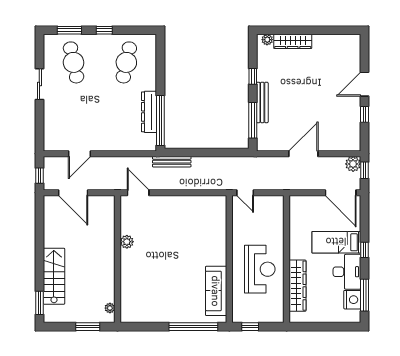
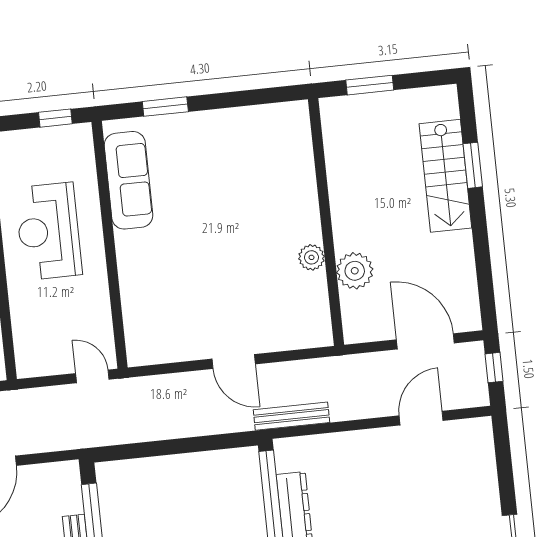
bench: (172, 162) -> (291, 416), moved
door: (138, 193) -> (234, 361), moved
window: (39, 303) -> (473, 165), moved
plant: (110, 308) -> (355, 271), moved, width x1.87, depth x1.87
window: (193, 327) -> (165, 107), width x0.47

